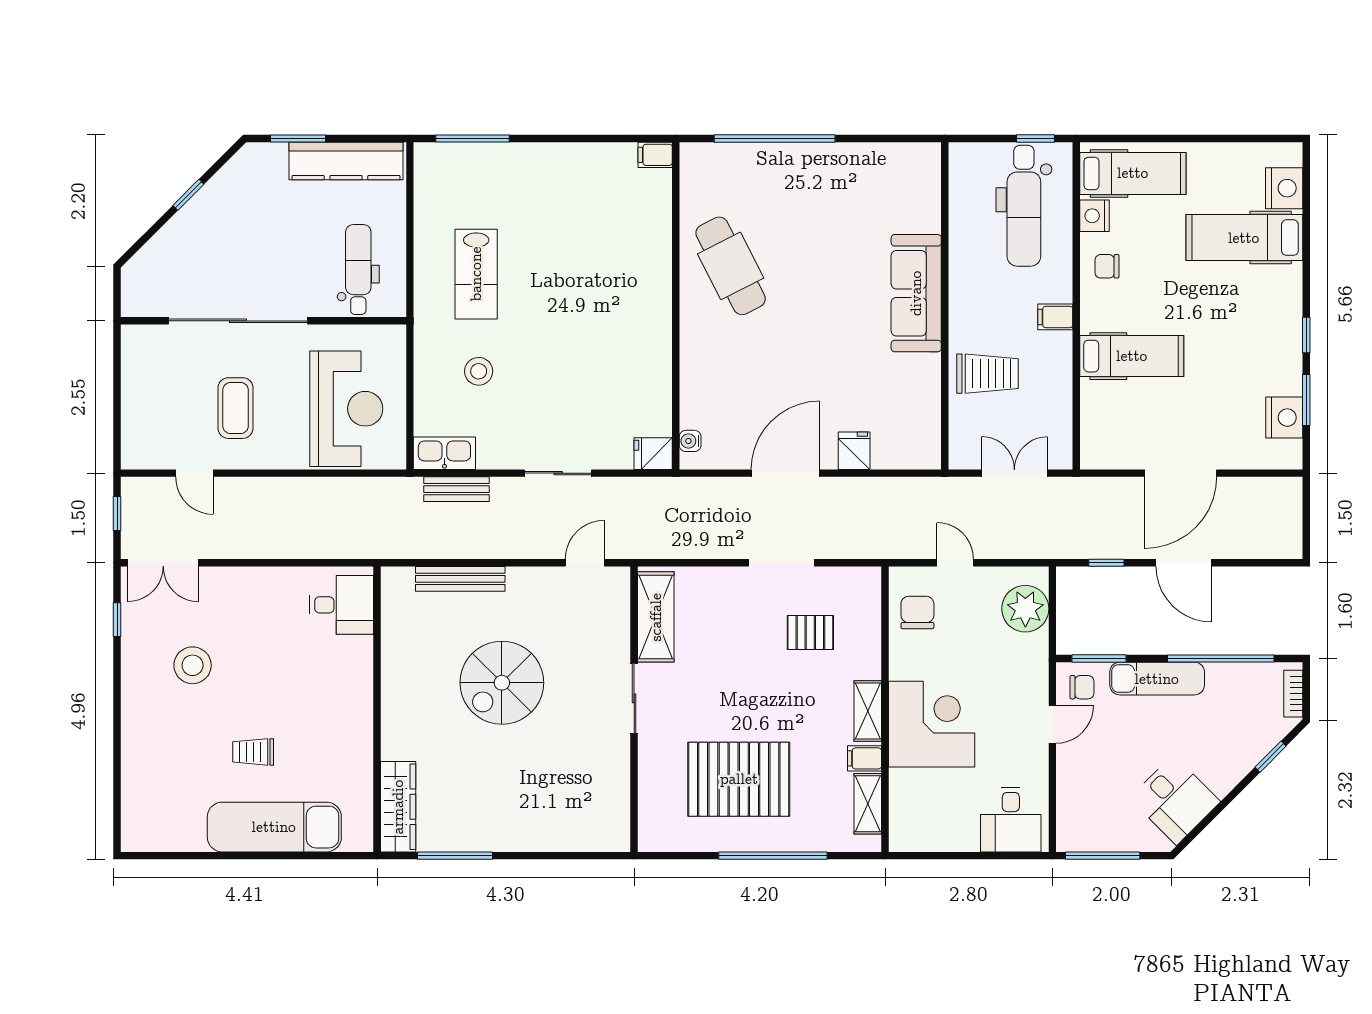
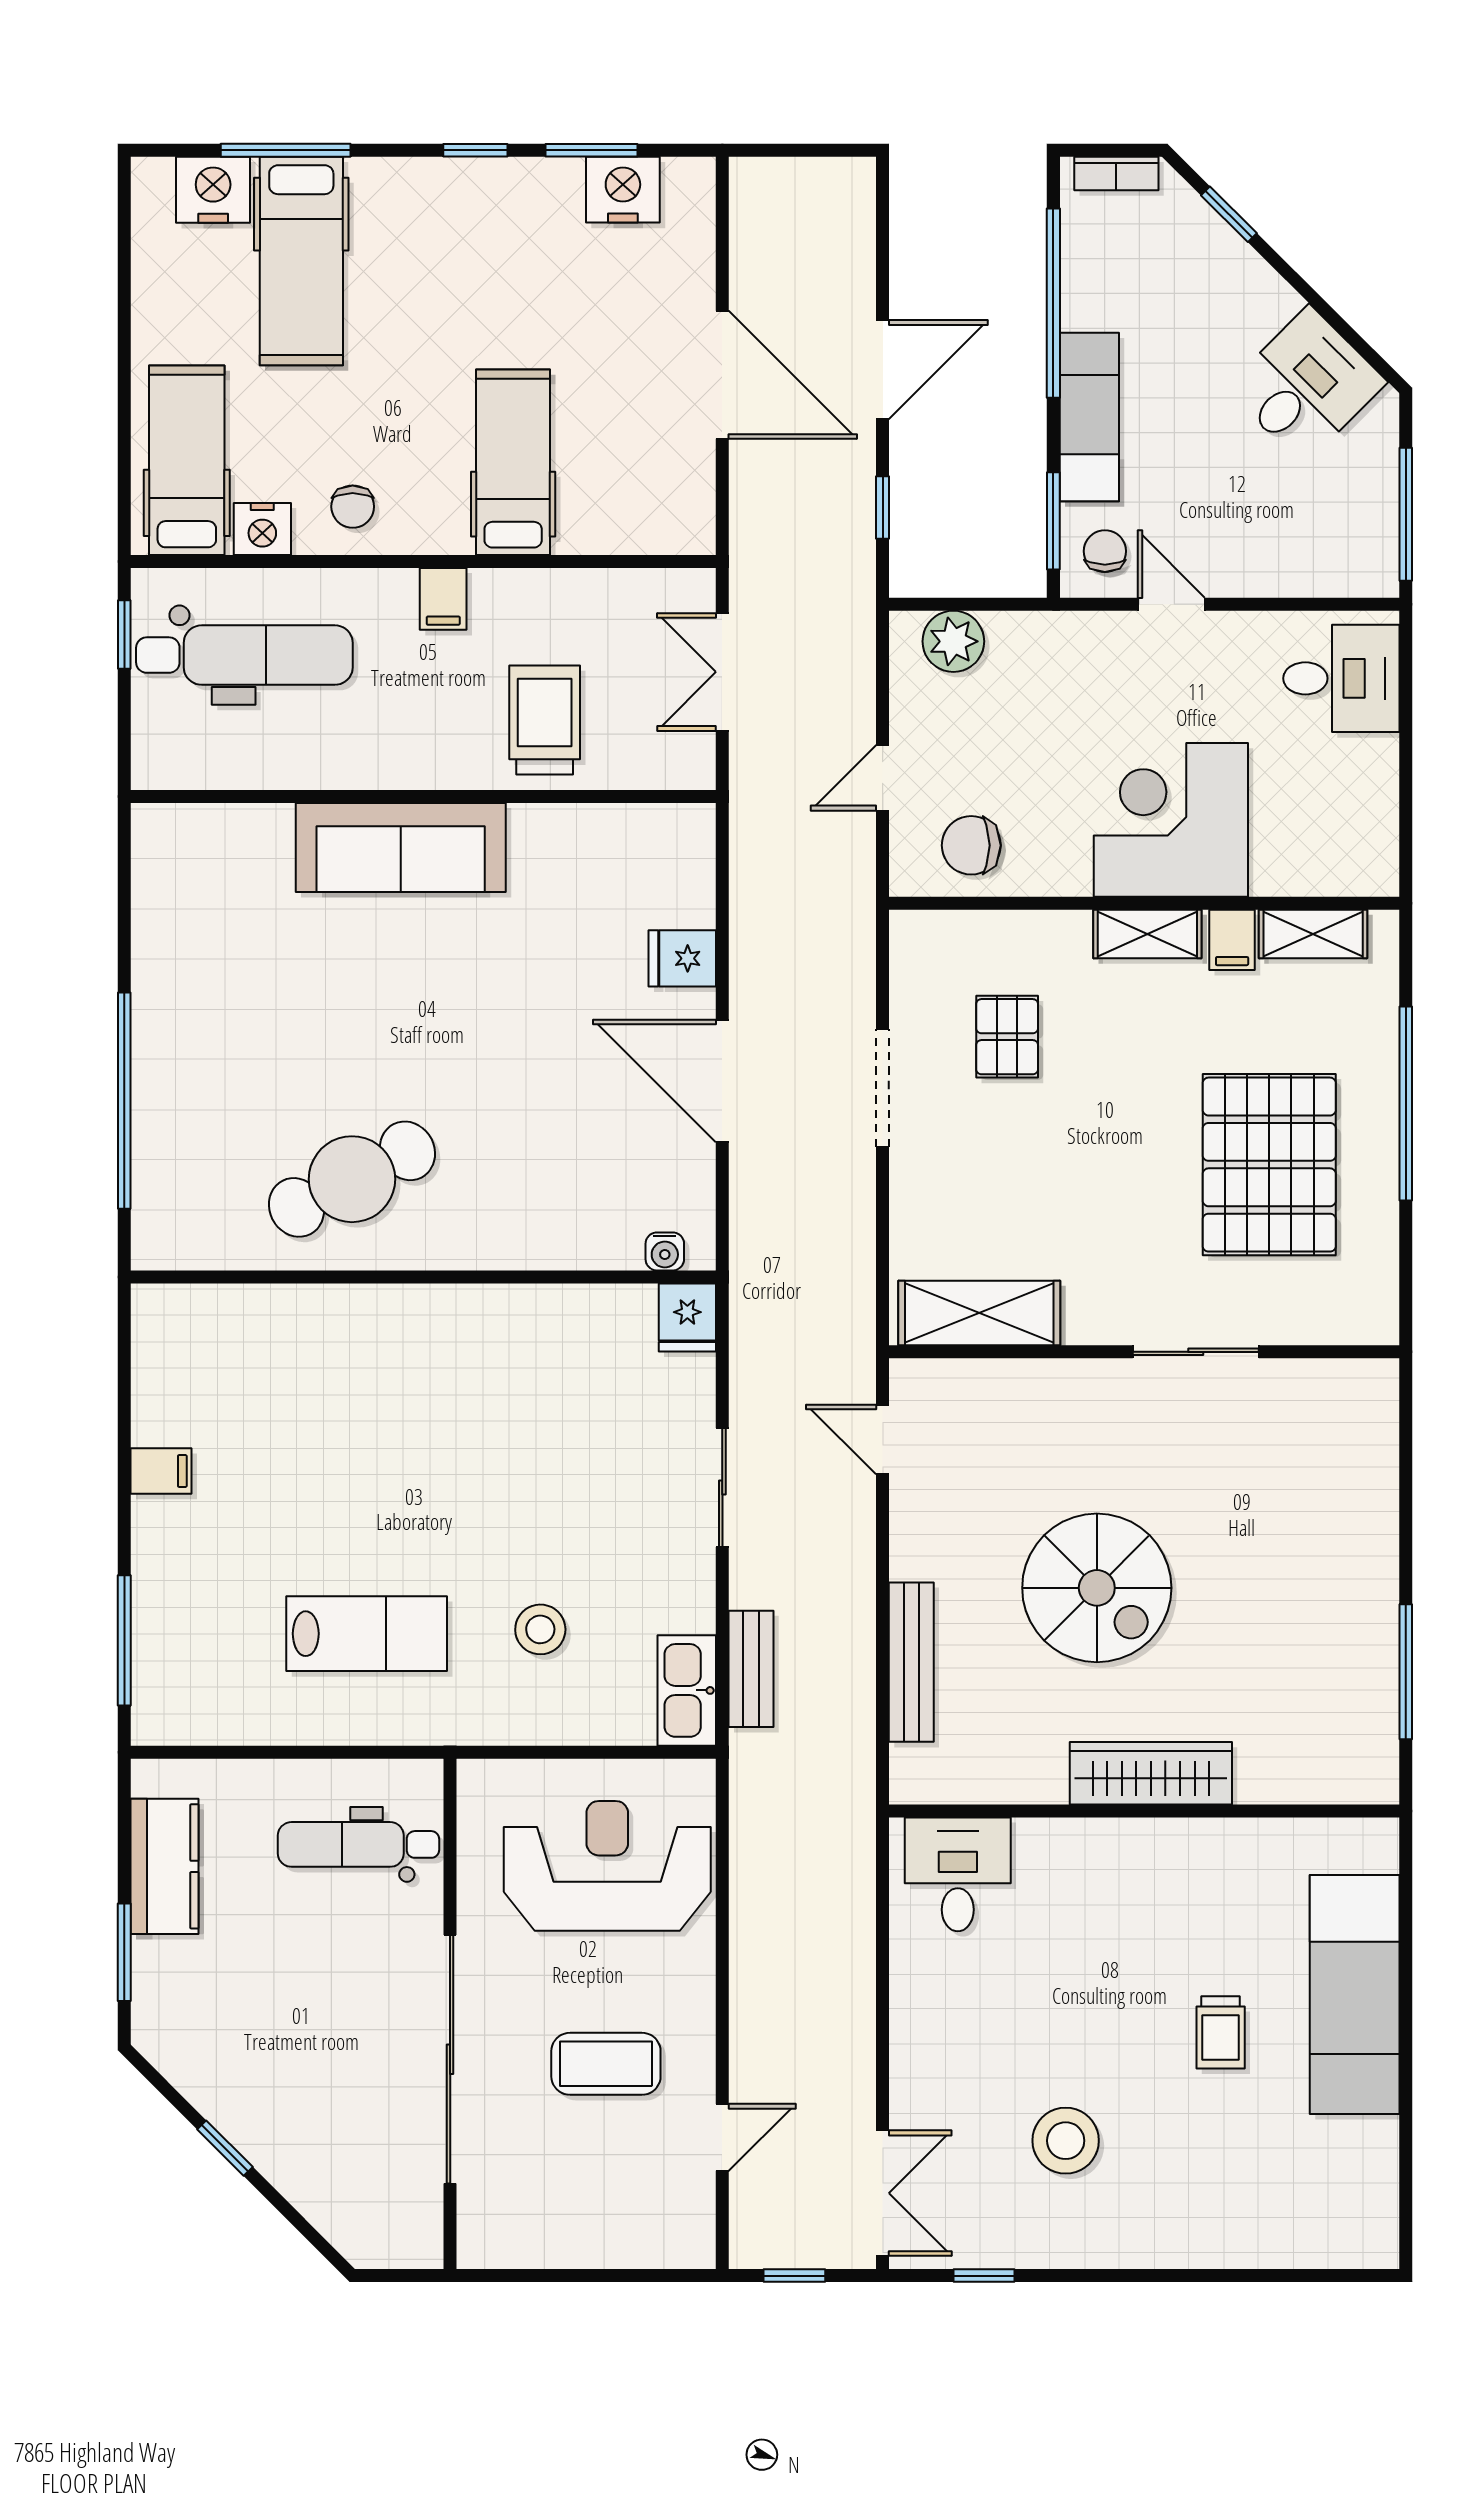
filing cabinet: (655, 155) -> (161, 1471), moved, turned -90
kitchen counter: (346, 161) -> (165, 1866), width x0.67
window: (1306, 229) -> (286, 150), added
plant: (1025, 609) -> (953, 641), width x0.73, depth x0.73
sliding door: (634, 698) -> (1196, 1352), moved
wardrobe: (398, 807) -> (1151, 1773), moved

